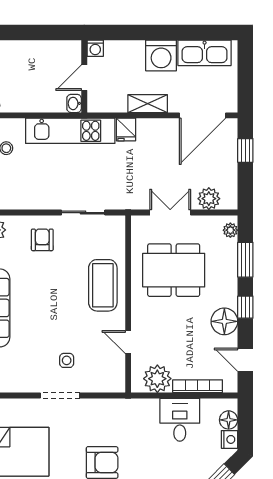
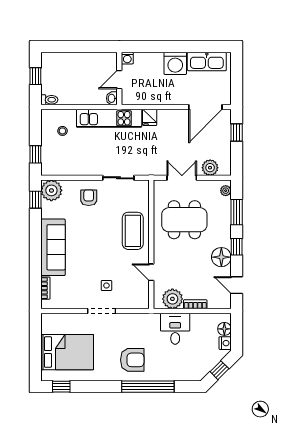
shelving: (148, 104) -> (165, 98), removed
bookcase: (198, 386) -> (195, 304), width x0.64
desk: (180, 420) -> (175, 329), moved

